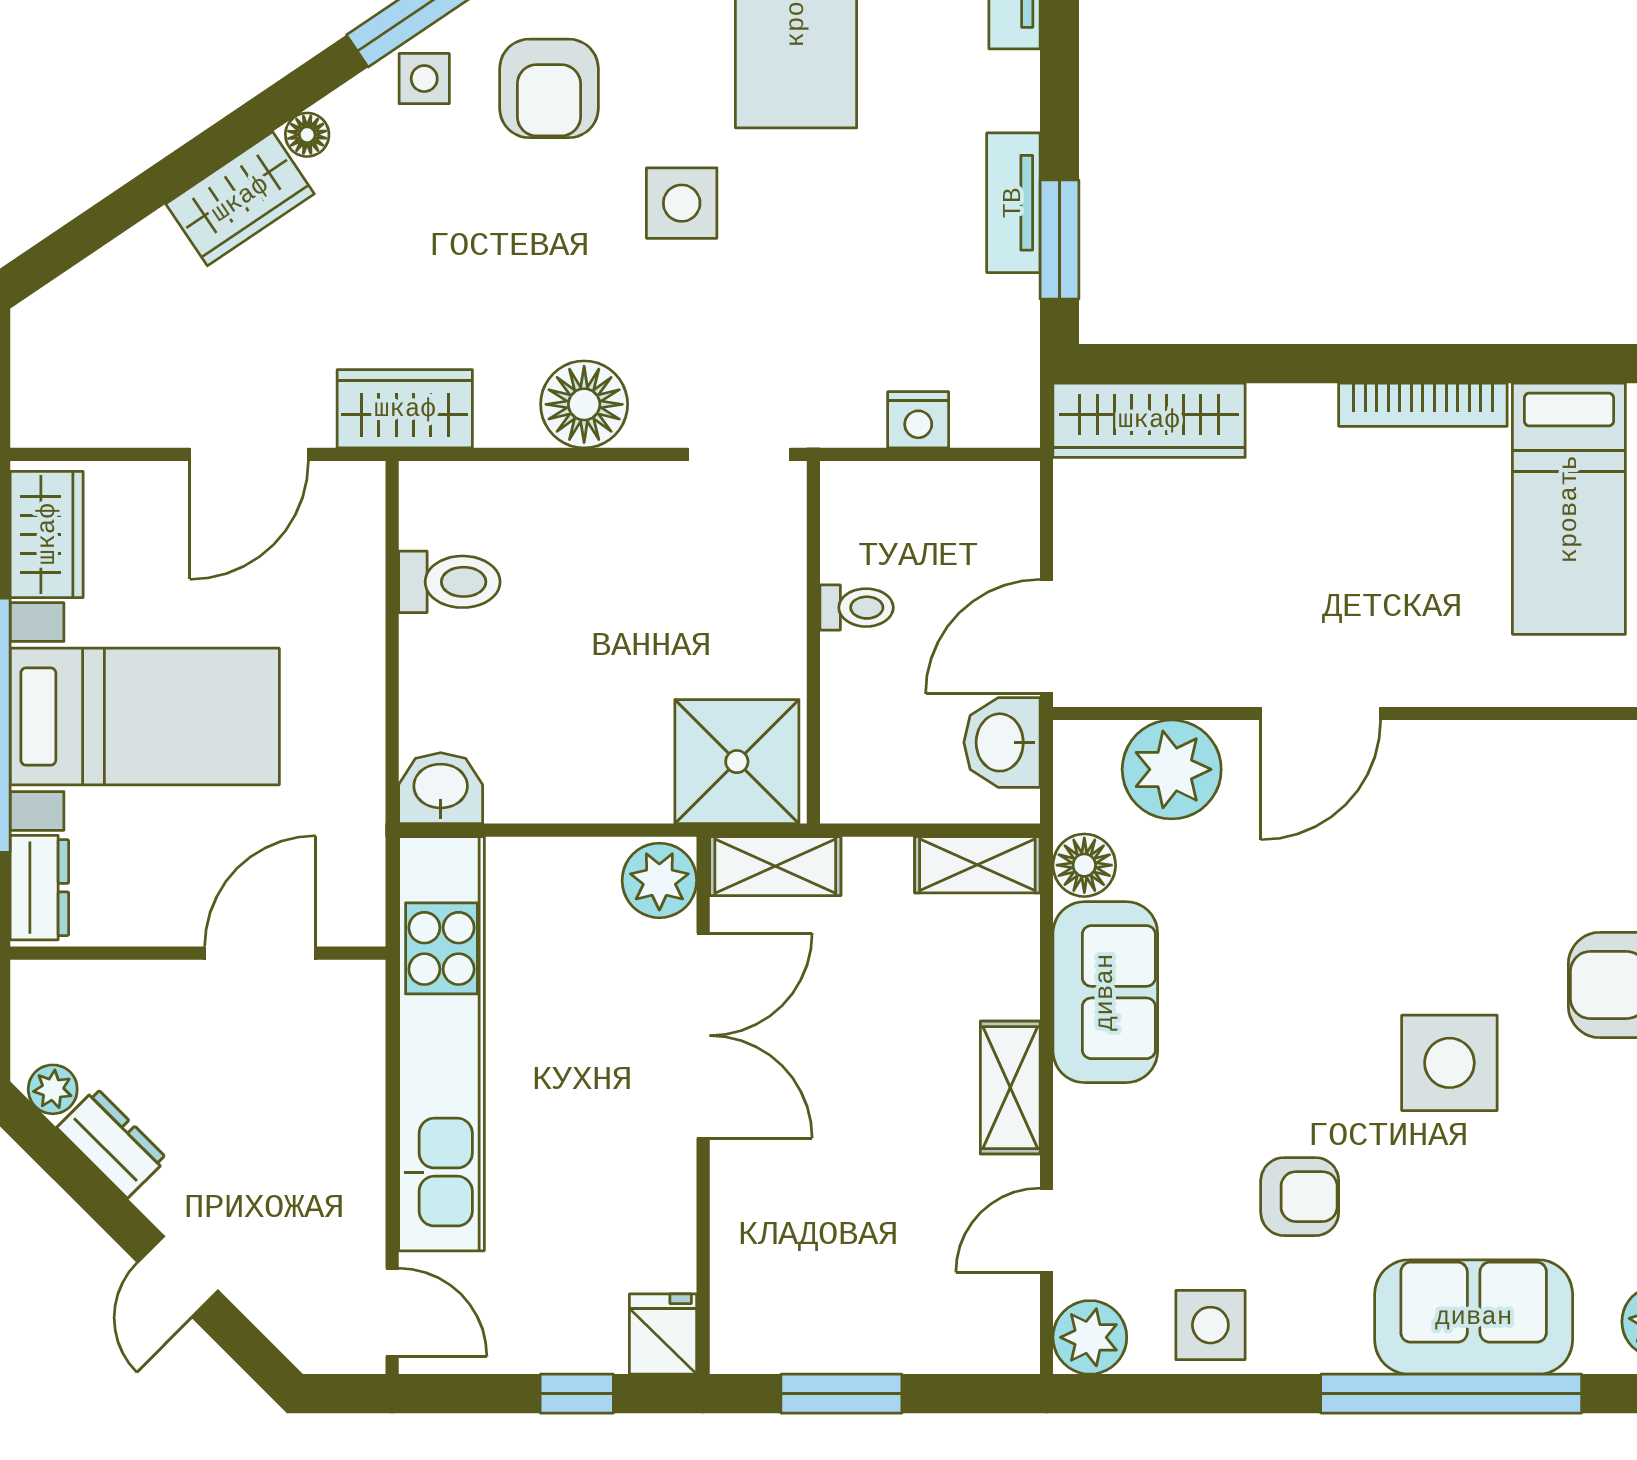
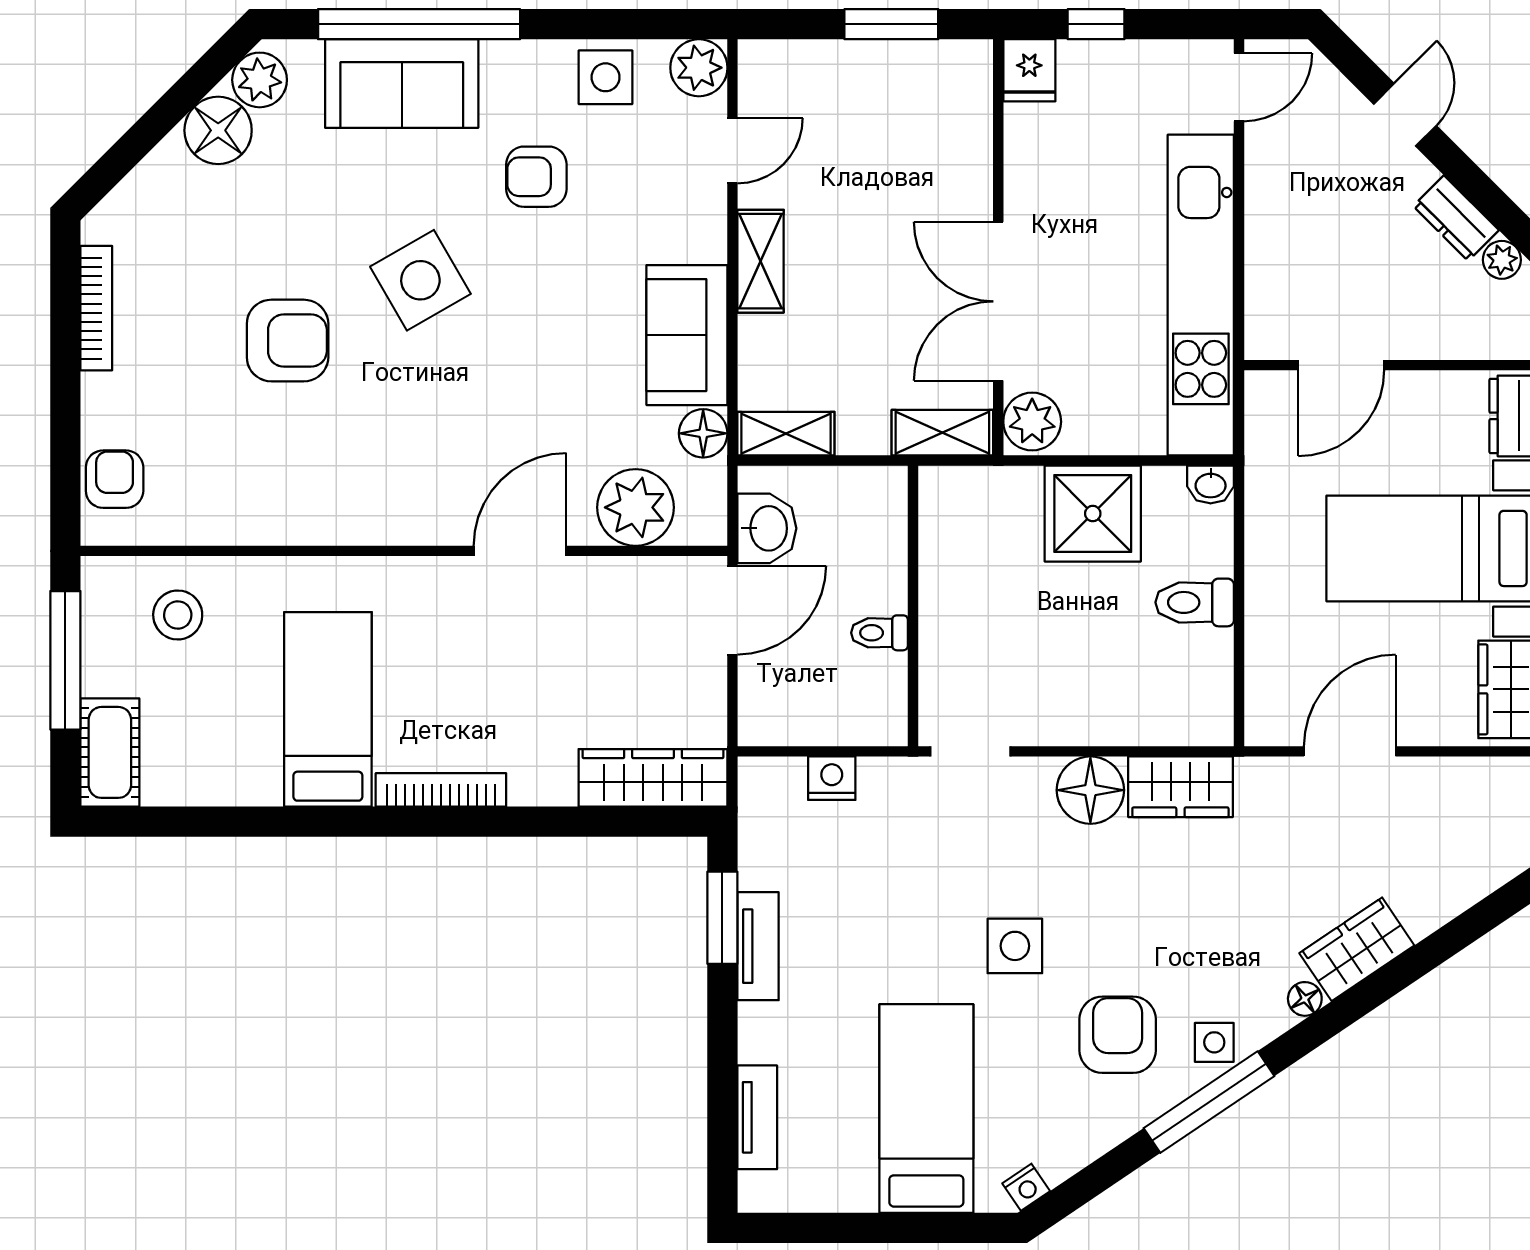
wardrobe: (405, 409) -> (1180, 787), moved
toilet: (449, 582) -> (1195, 602), moved
shower: (737, 762) -> (1093, 514), moved
washbasin: (441, 788) -> (1211, 484), width x0.72, depth x0.69
side table: (1449, 1063) -> (420, 280), turned -30
door: (392, 1312) -> (1239, 87), swing flipped

